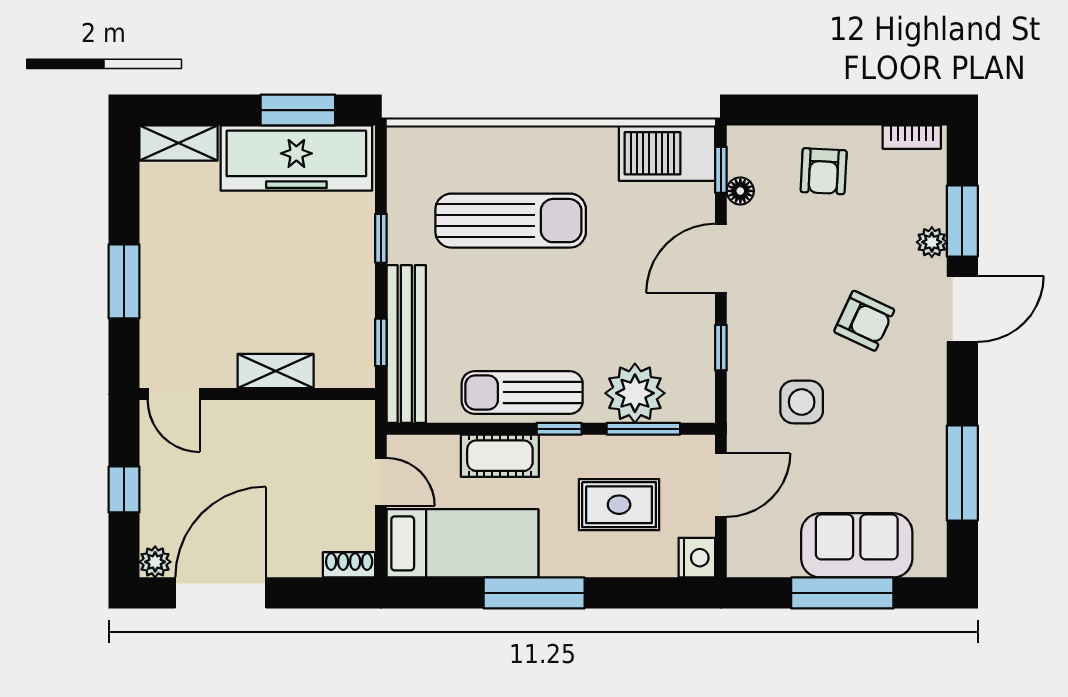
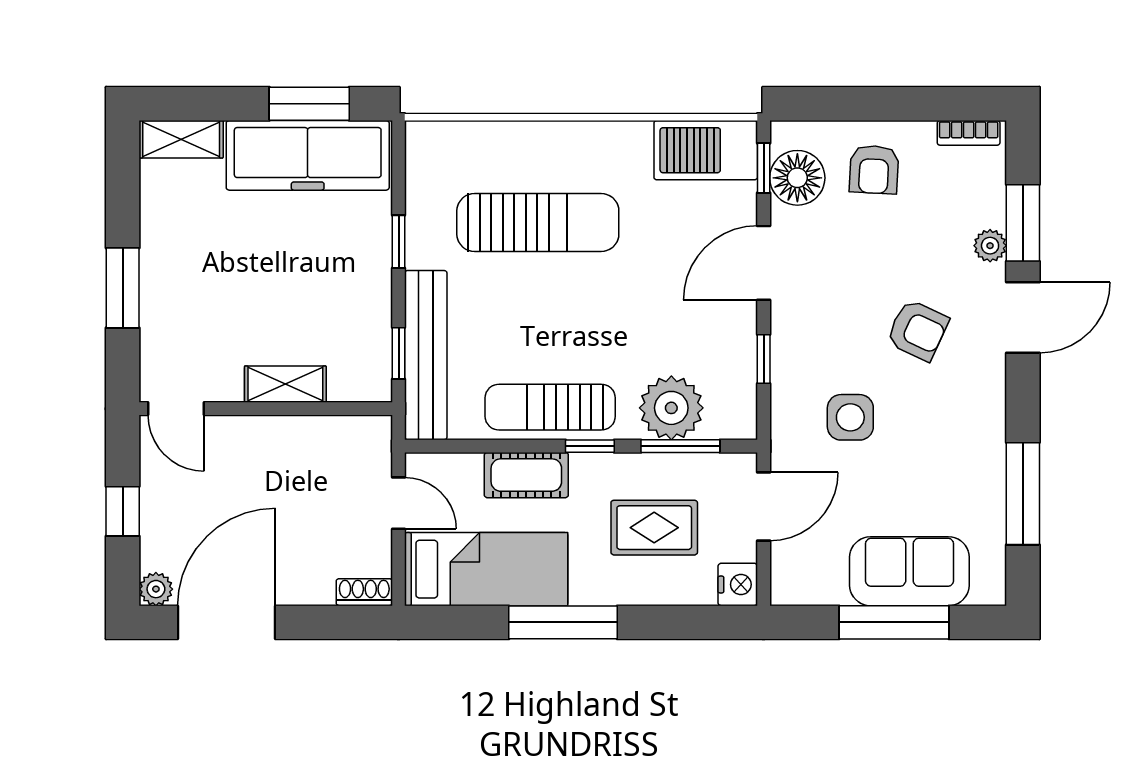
floor lamp: (740, 191) -> (797, 178), width x1.89, depth x1.89

